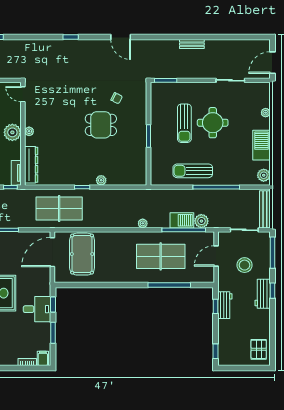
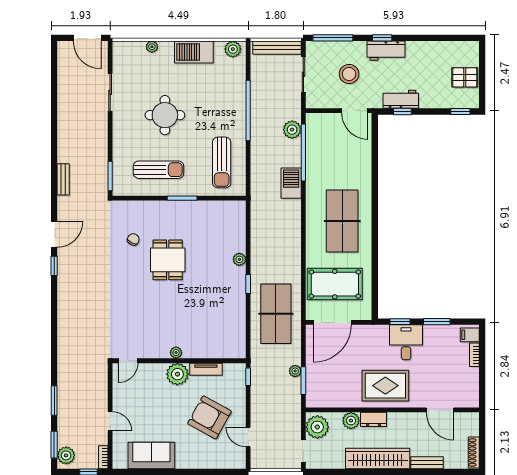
window: (71, 37) -> (54, 266), moved
bench: (192, 44) -> (63, 179), moved
sun lounger: (184, 123) -> (158, 170), moved
dresser: (31, 165) -> (219, 350), removed
sun lounger: (193, 171) -> (222, 162), moved
tv unit: (16, 173) -> (206, 369), moved
barbecue: (182, 220) -> (291, 183), moved
plant: (143, 223) -> (295, 371), moved
door: (52, 252) -> (332, 322), hinge flipped
table tennis table: (161, 256) -> (342, 221), moved
door: (216, 256) -> (355, 111), moved
window: (169, 285) -> (375, 171), removed
pallet: (259, 349) -> (465, 77), moved

